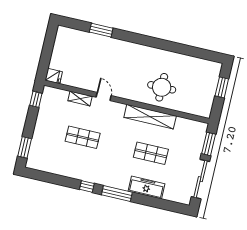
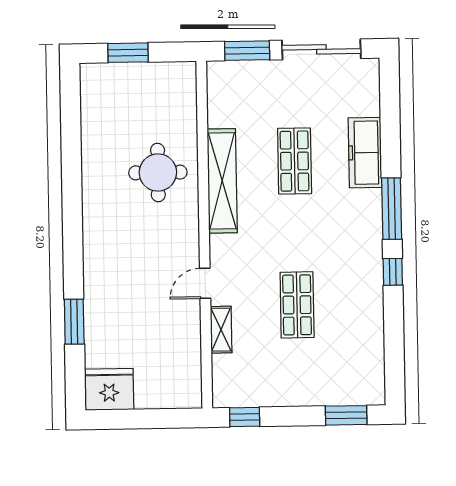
fridge: (54, 76) -> (109, 389), moved, width x1.88, depth x1.34

